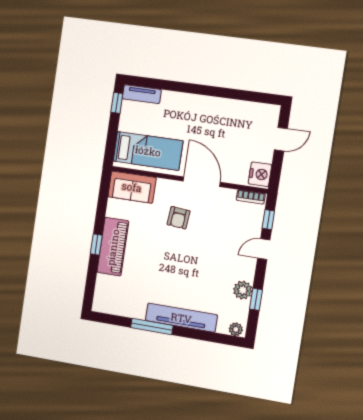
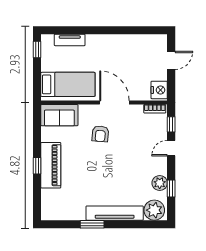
tv unit: (142, 94) -> (70, 40), moved
window: (152, 326) -> (92, 224), width x0.69
plant: (236, 329) -> (154, 210), width x1.88, depth x1.88

